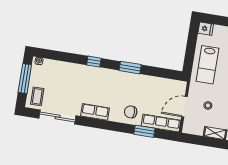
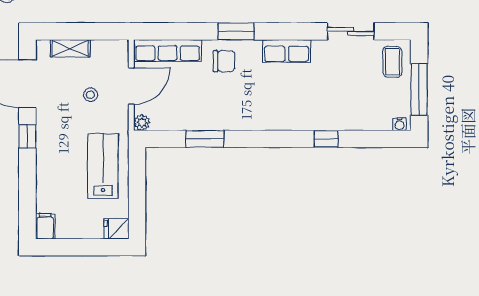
window: (94, 62) -> (326, 139), moved
window: (130, 68) -> (205, 139), moved
plant: (182, 85) -> (142, 123), added
sliding door: (58, 117) -> (351, 31), width x0.73
window: (144, 131) -> (236, 31), moved

